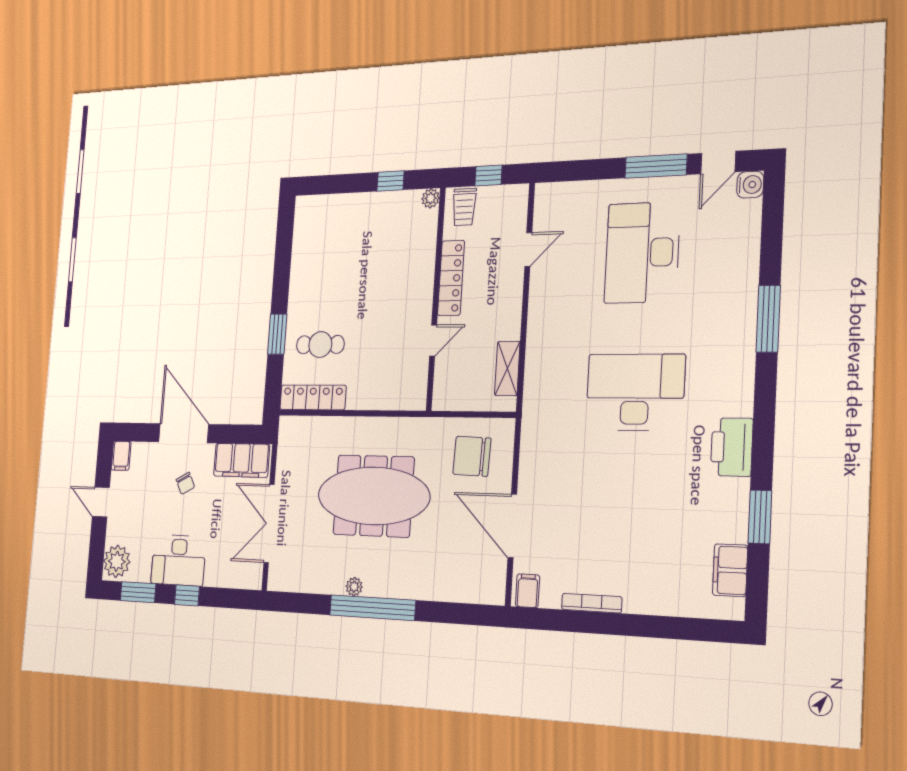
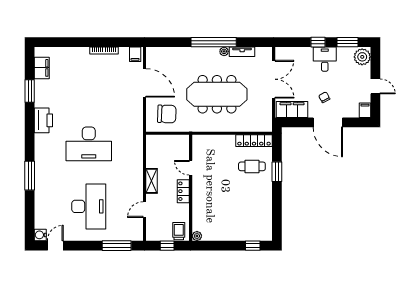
window: (656, 166) -> (117, 246), moved
window: (391, 181) -> (253, 246), moved
locker: (451, 278) -> (183, 191), width x0.66
door: (433, 341) -> (191, 168), hinge flipped
shelving: (507, 368) -> (152, 181), moved
desk: (178, 560) -> (325, 59), width x0.73
tv unit: (321, 584) -> (242, 52), added

